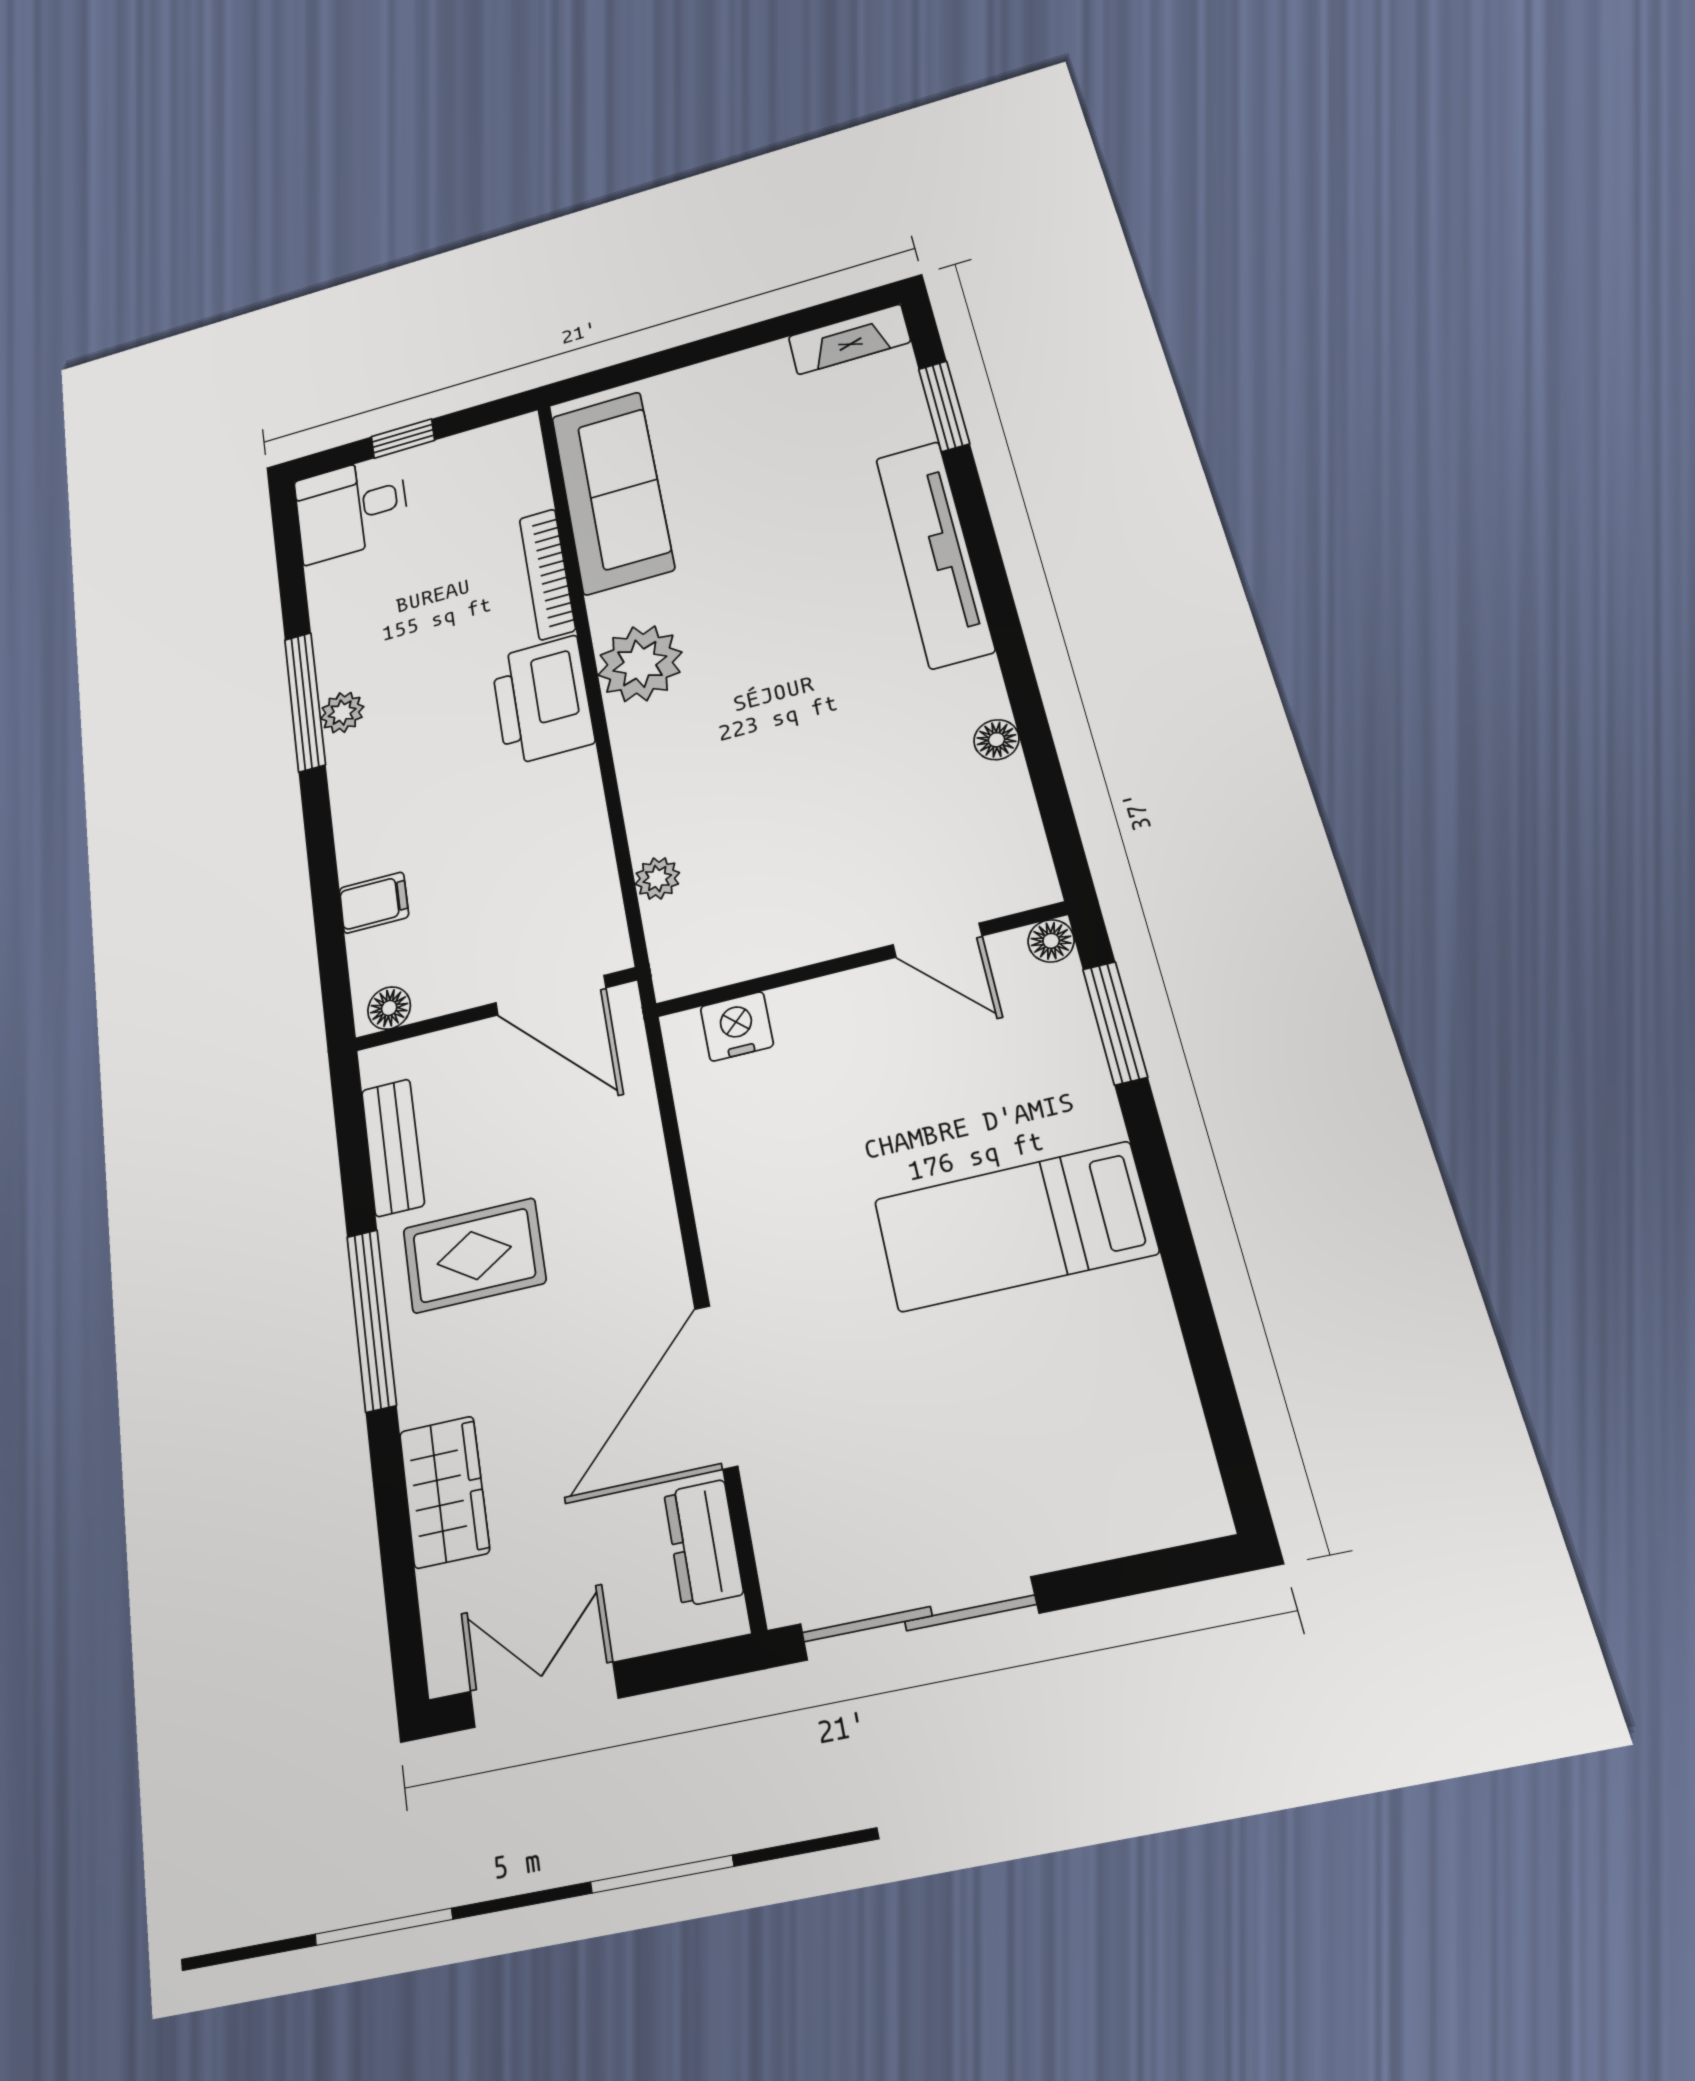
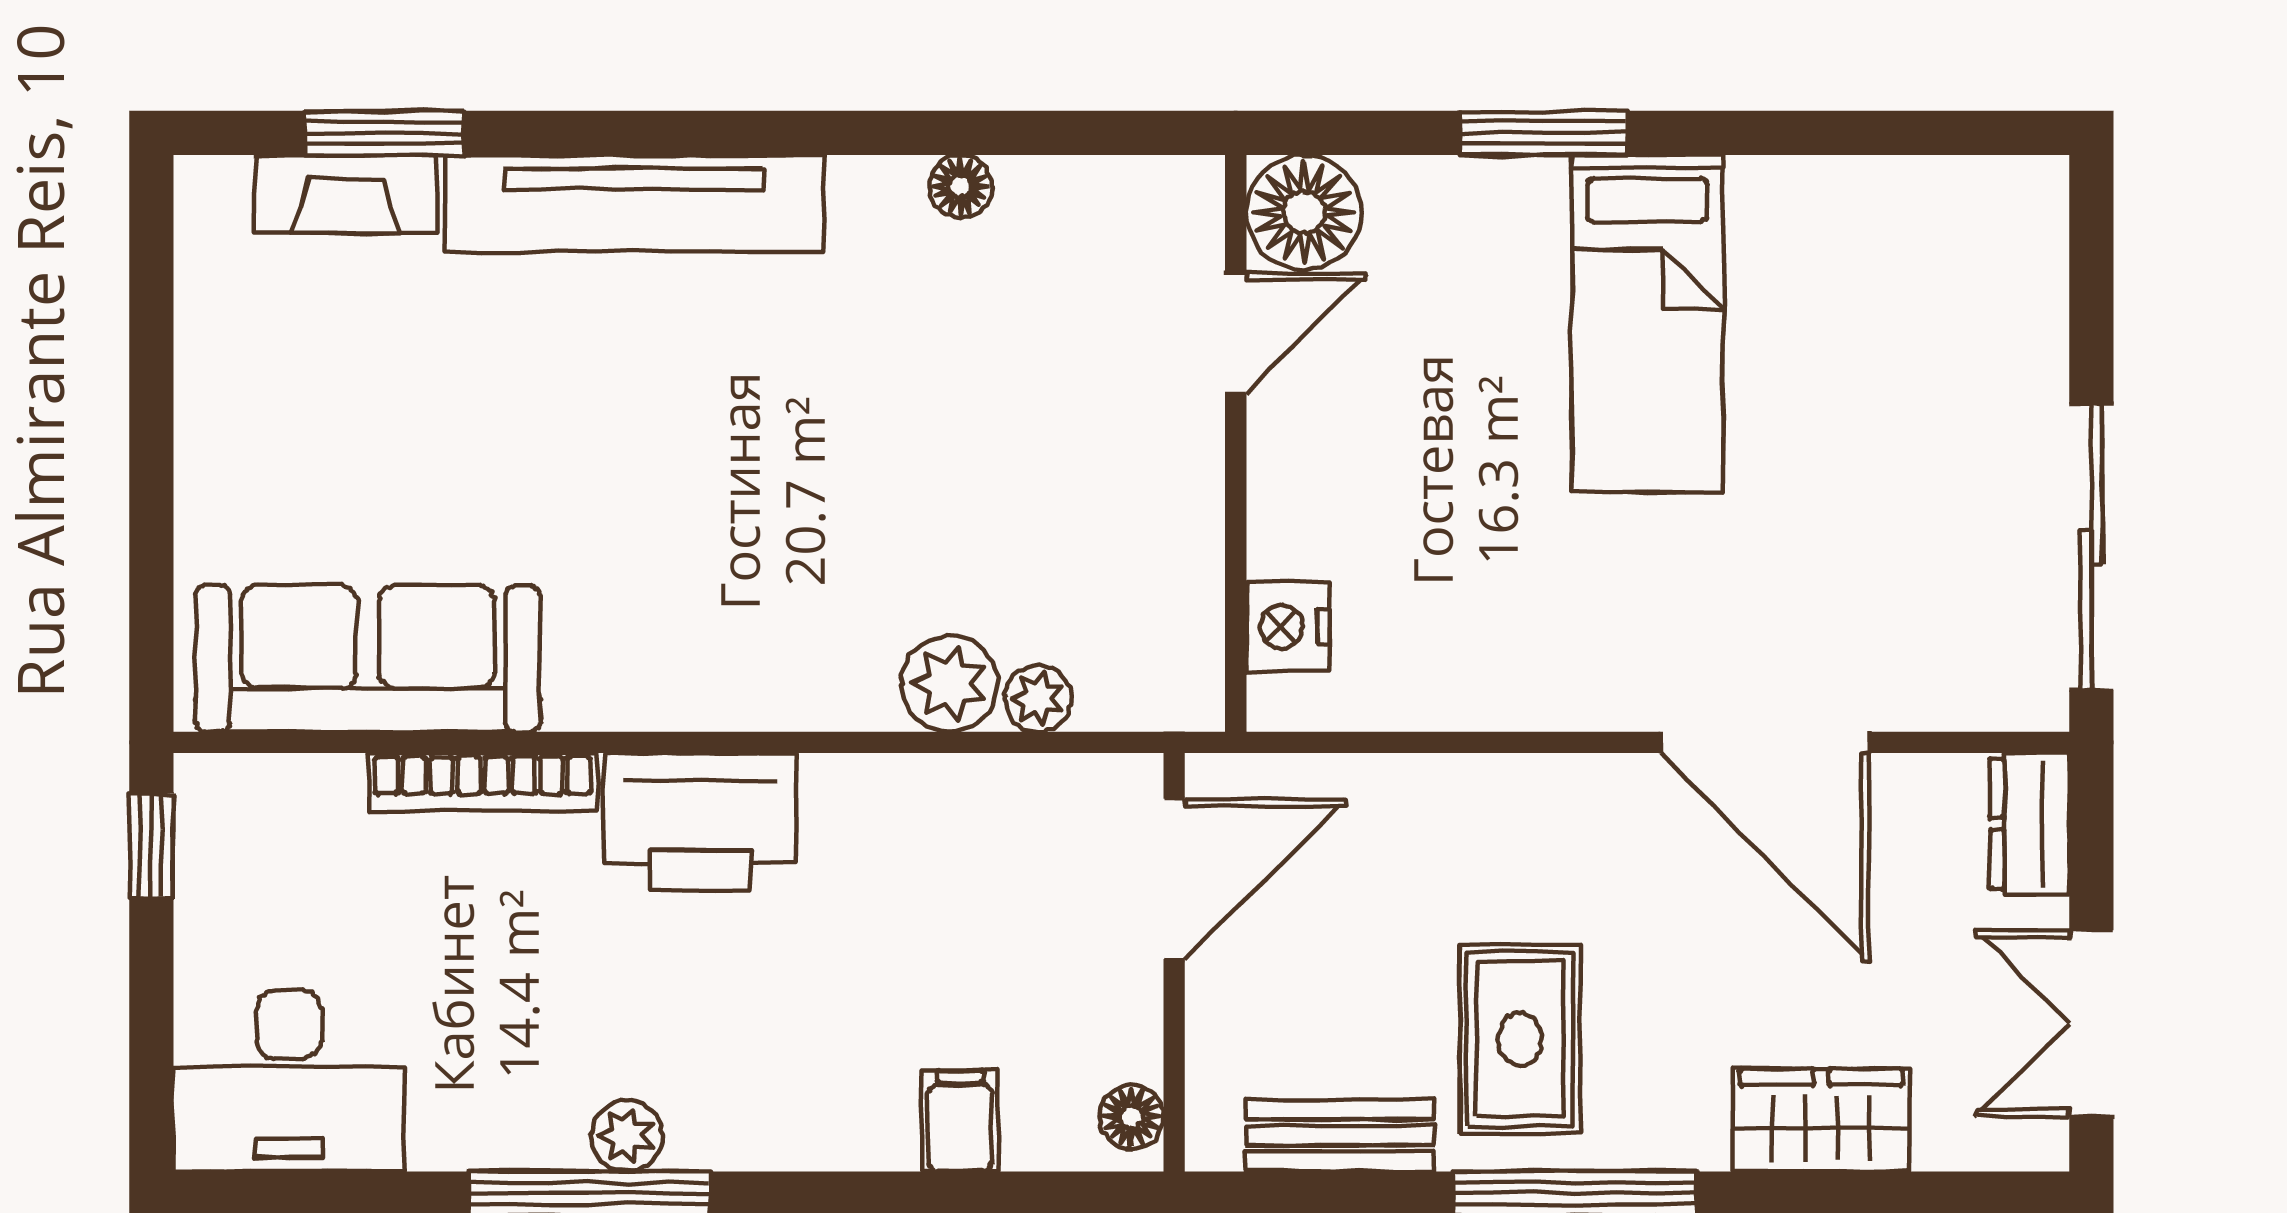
fireplace: (849, 339) -> (346, 194), moved, turned 90
window: (403, 439) -> (151, 846), moved
desk: (351, 508) -> (289, 1081), width x1.37
plant: (640, 664) -> (949, 684), moved, width x0.73, depth x0.73
floor lamp: (1051, 941) -> (1304, 212), width x1.89, depth x1.89
window: (1115, 1023) -> (1543, 133), moved
dresser: (703, 1543) -> (2030, 824), moved, turned 90

